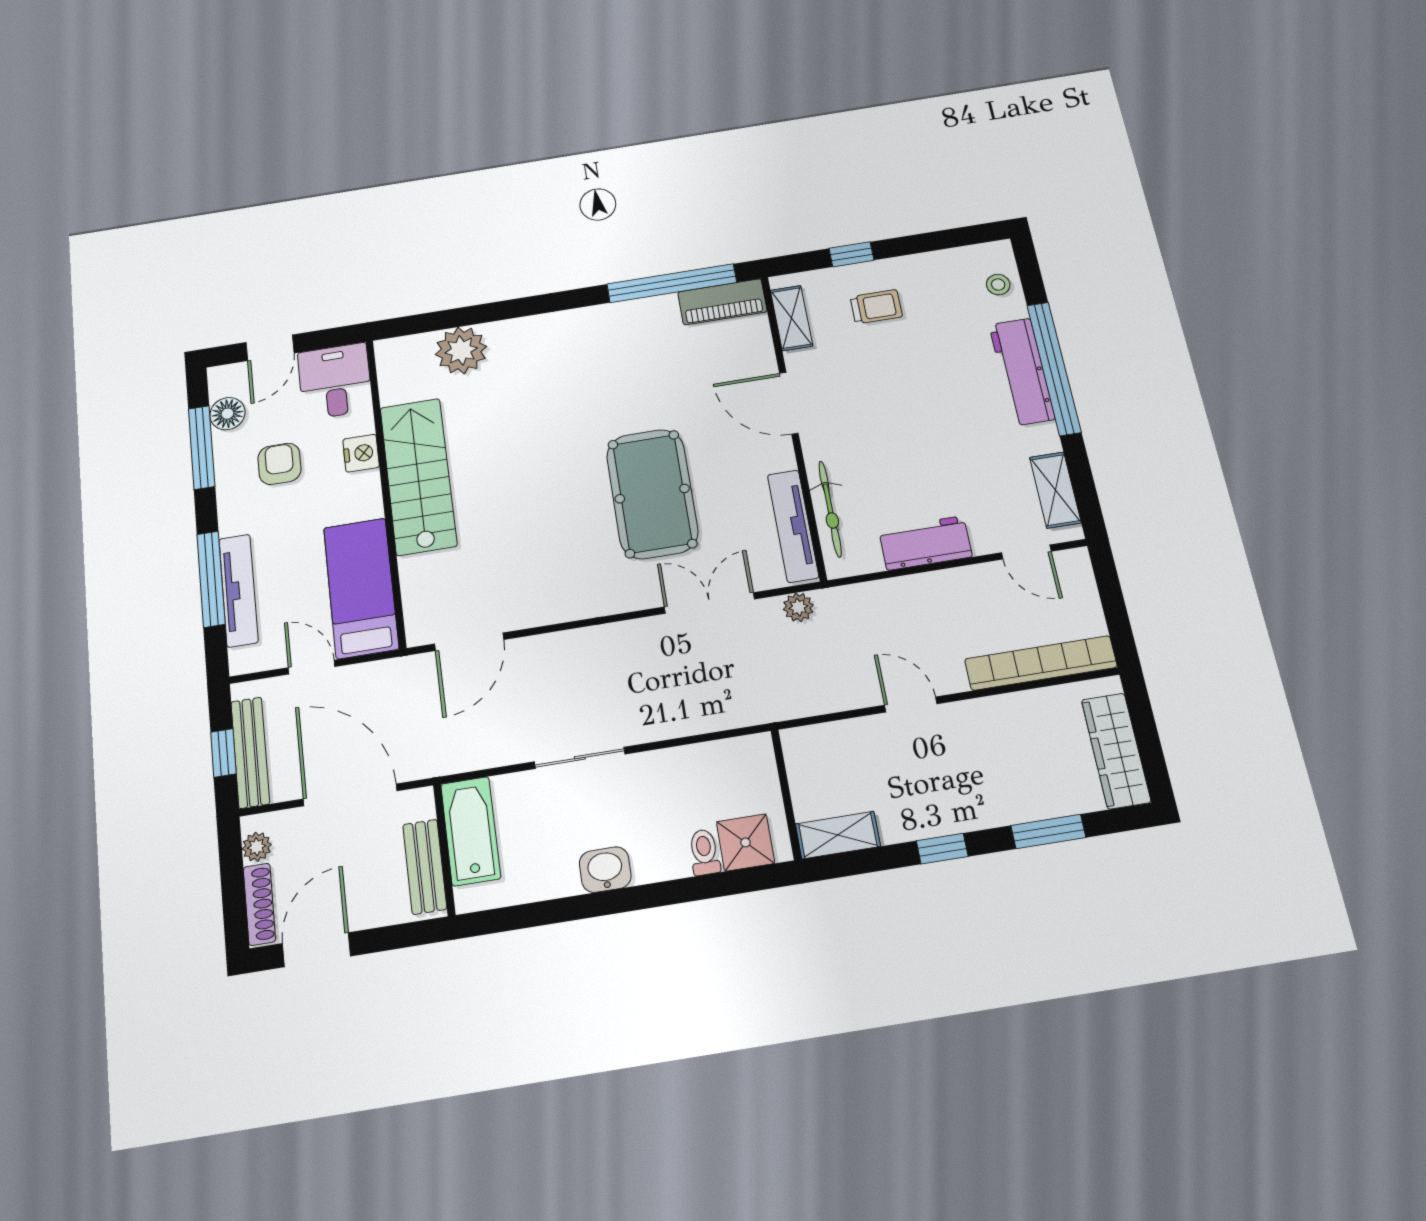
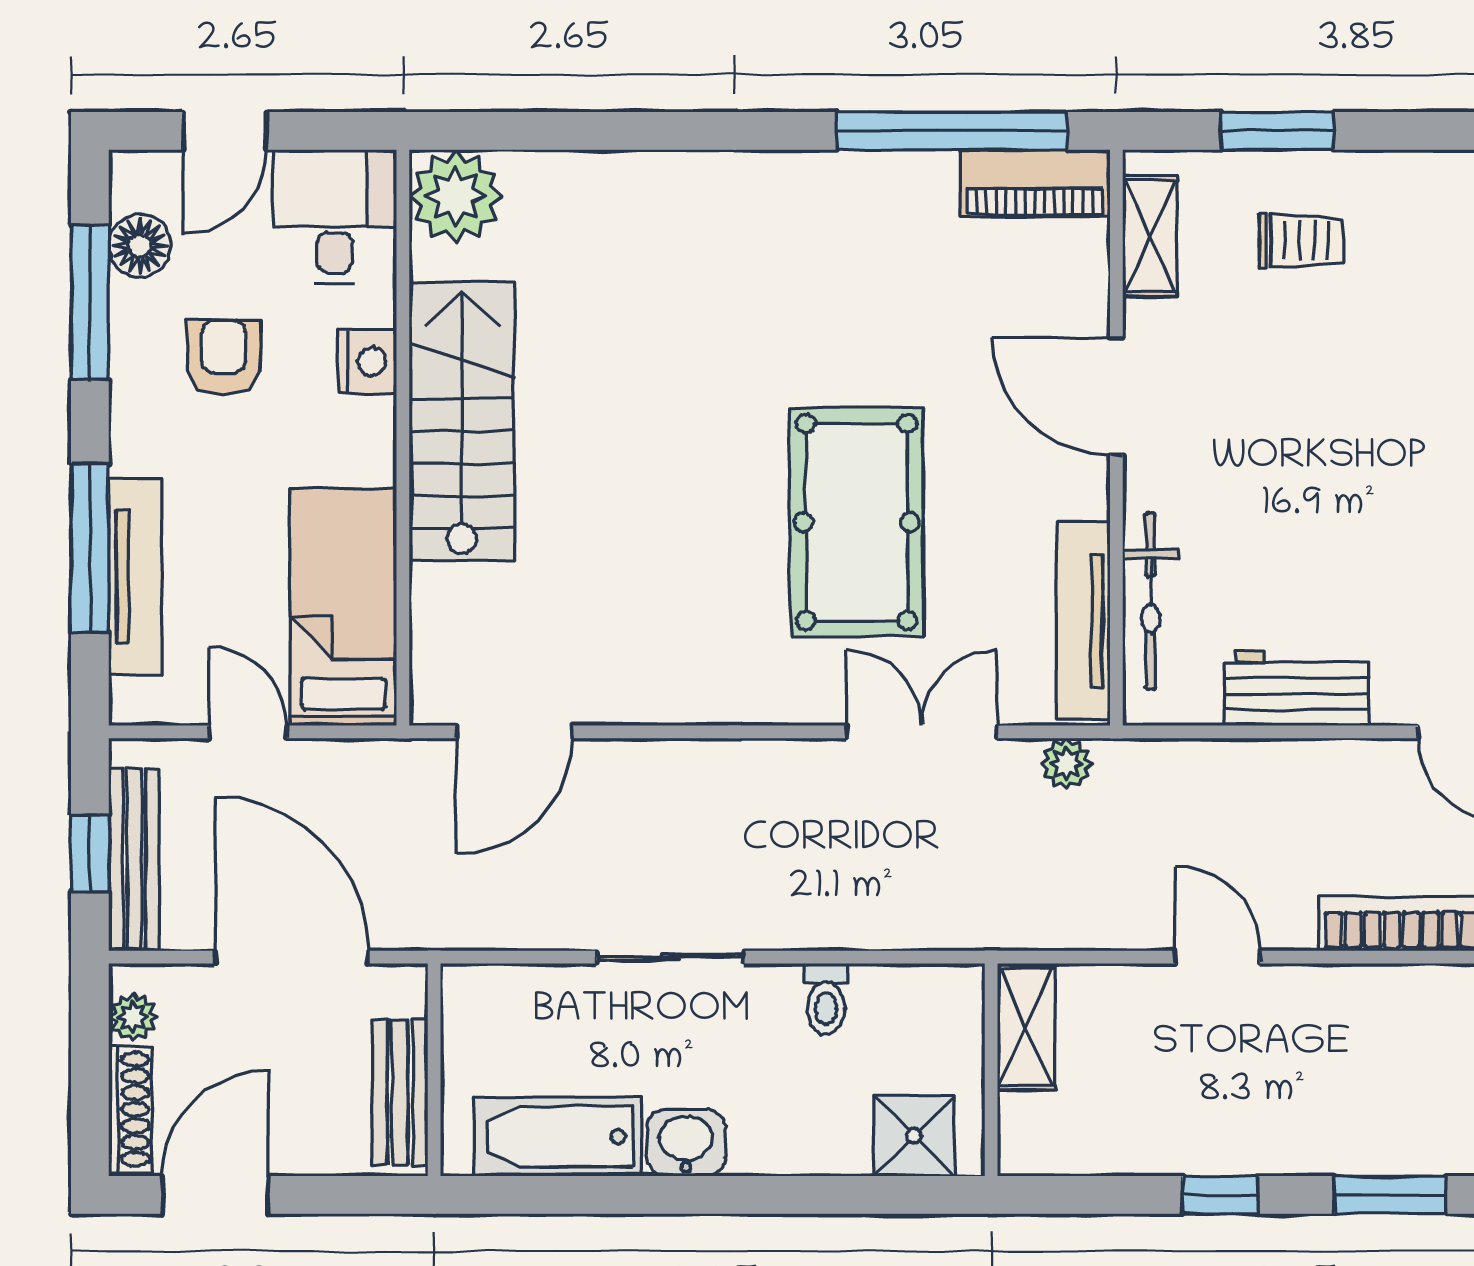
window: (851, 254) -> (1277, 131), width x1.50
plant: (461, 350) -> (456, 196), moved
bathtub: (471, 831) -> (558, 1137), moved, turned -90
shelving: (838, 835) -> (1026, 1027), moved, turned 90
toilet: (704, 852) -> (826, 999), moved, turned 180

